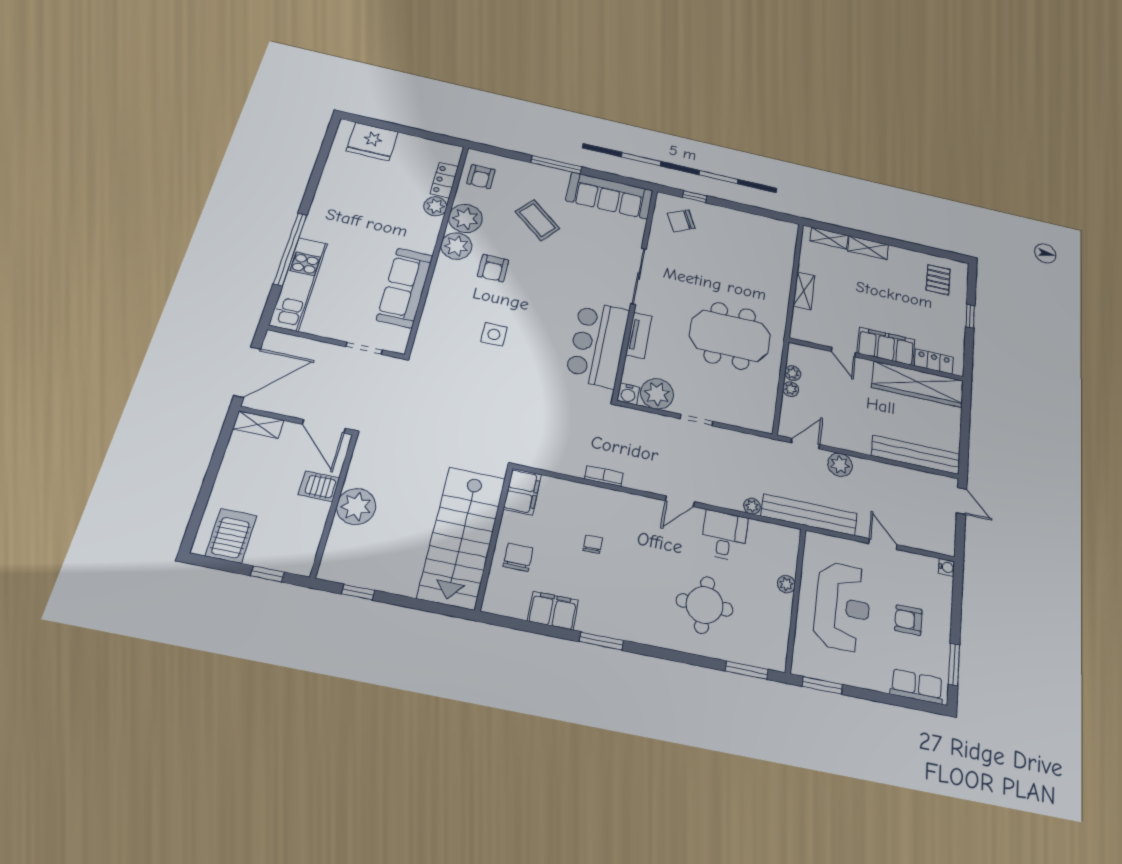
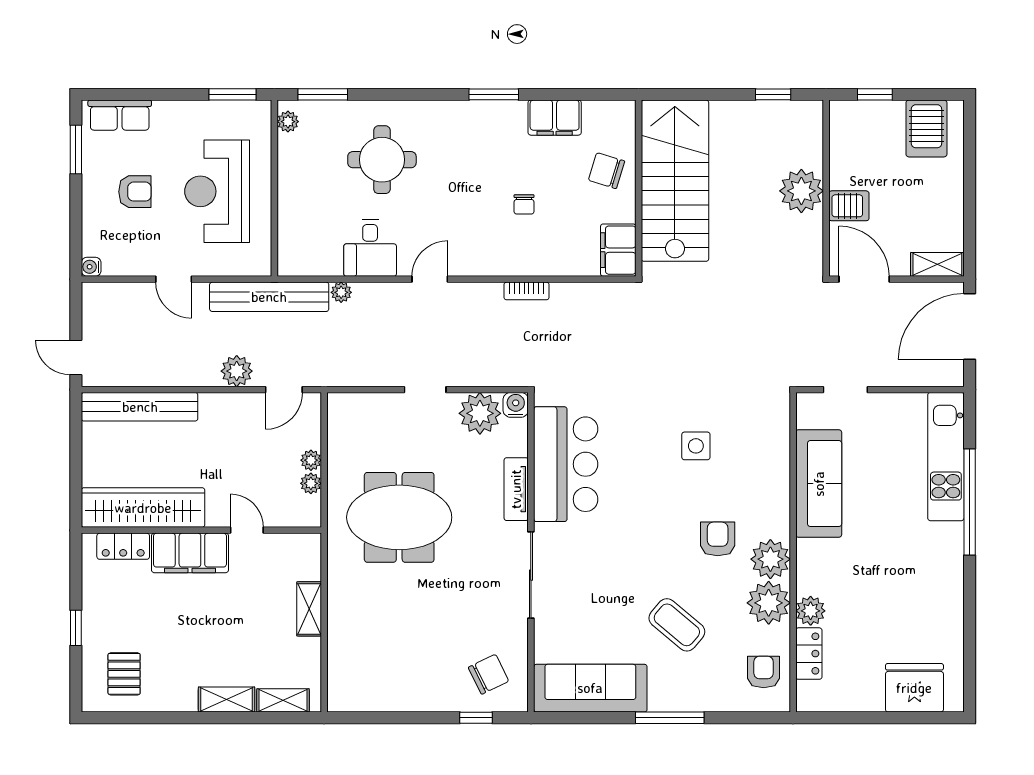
chair: (518, 557) -> (607, 171), turned 107
plant: (786, 584) -> (288, 122), moved

